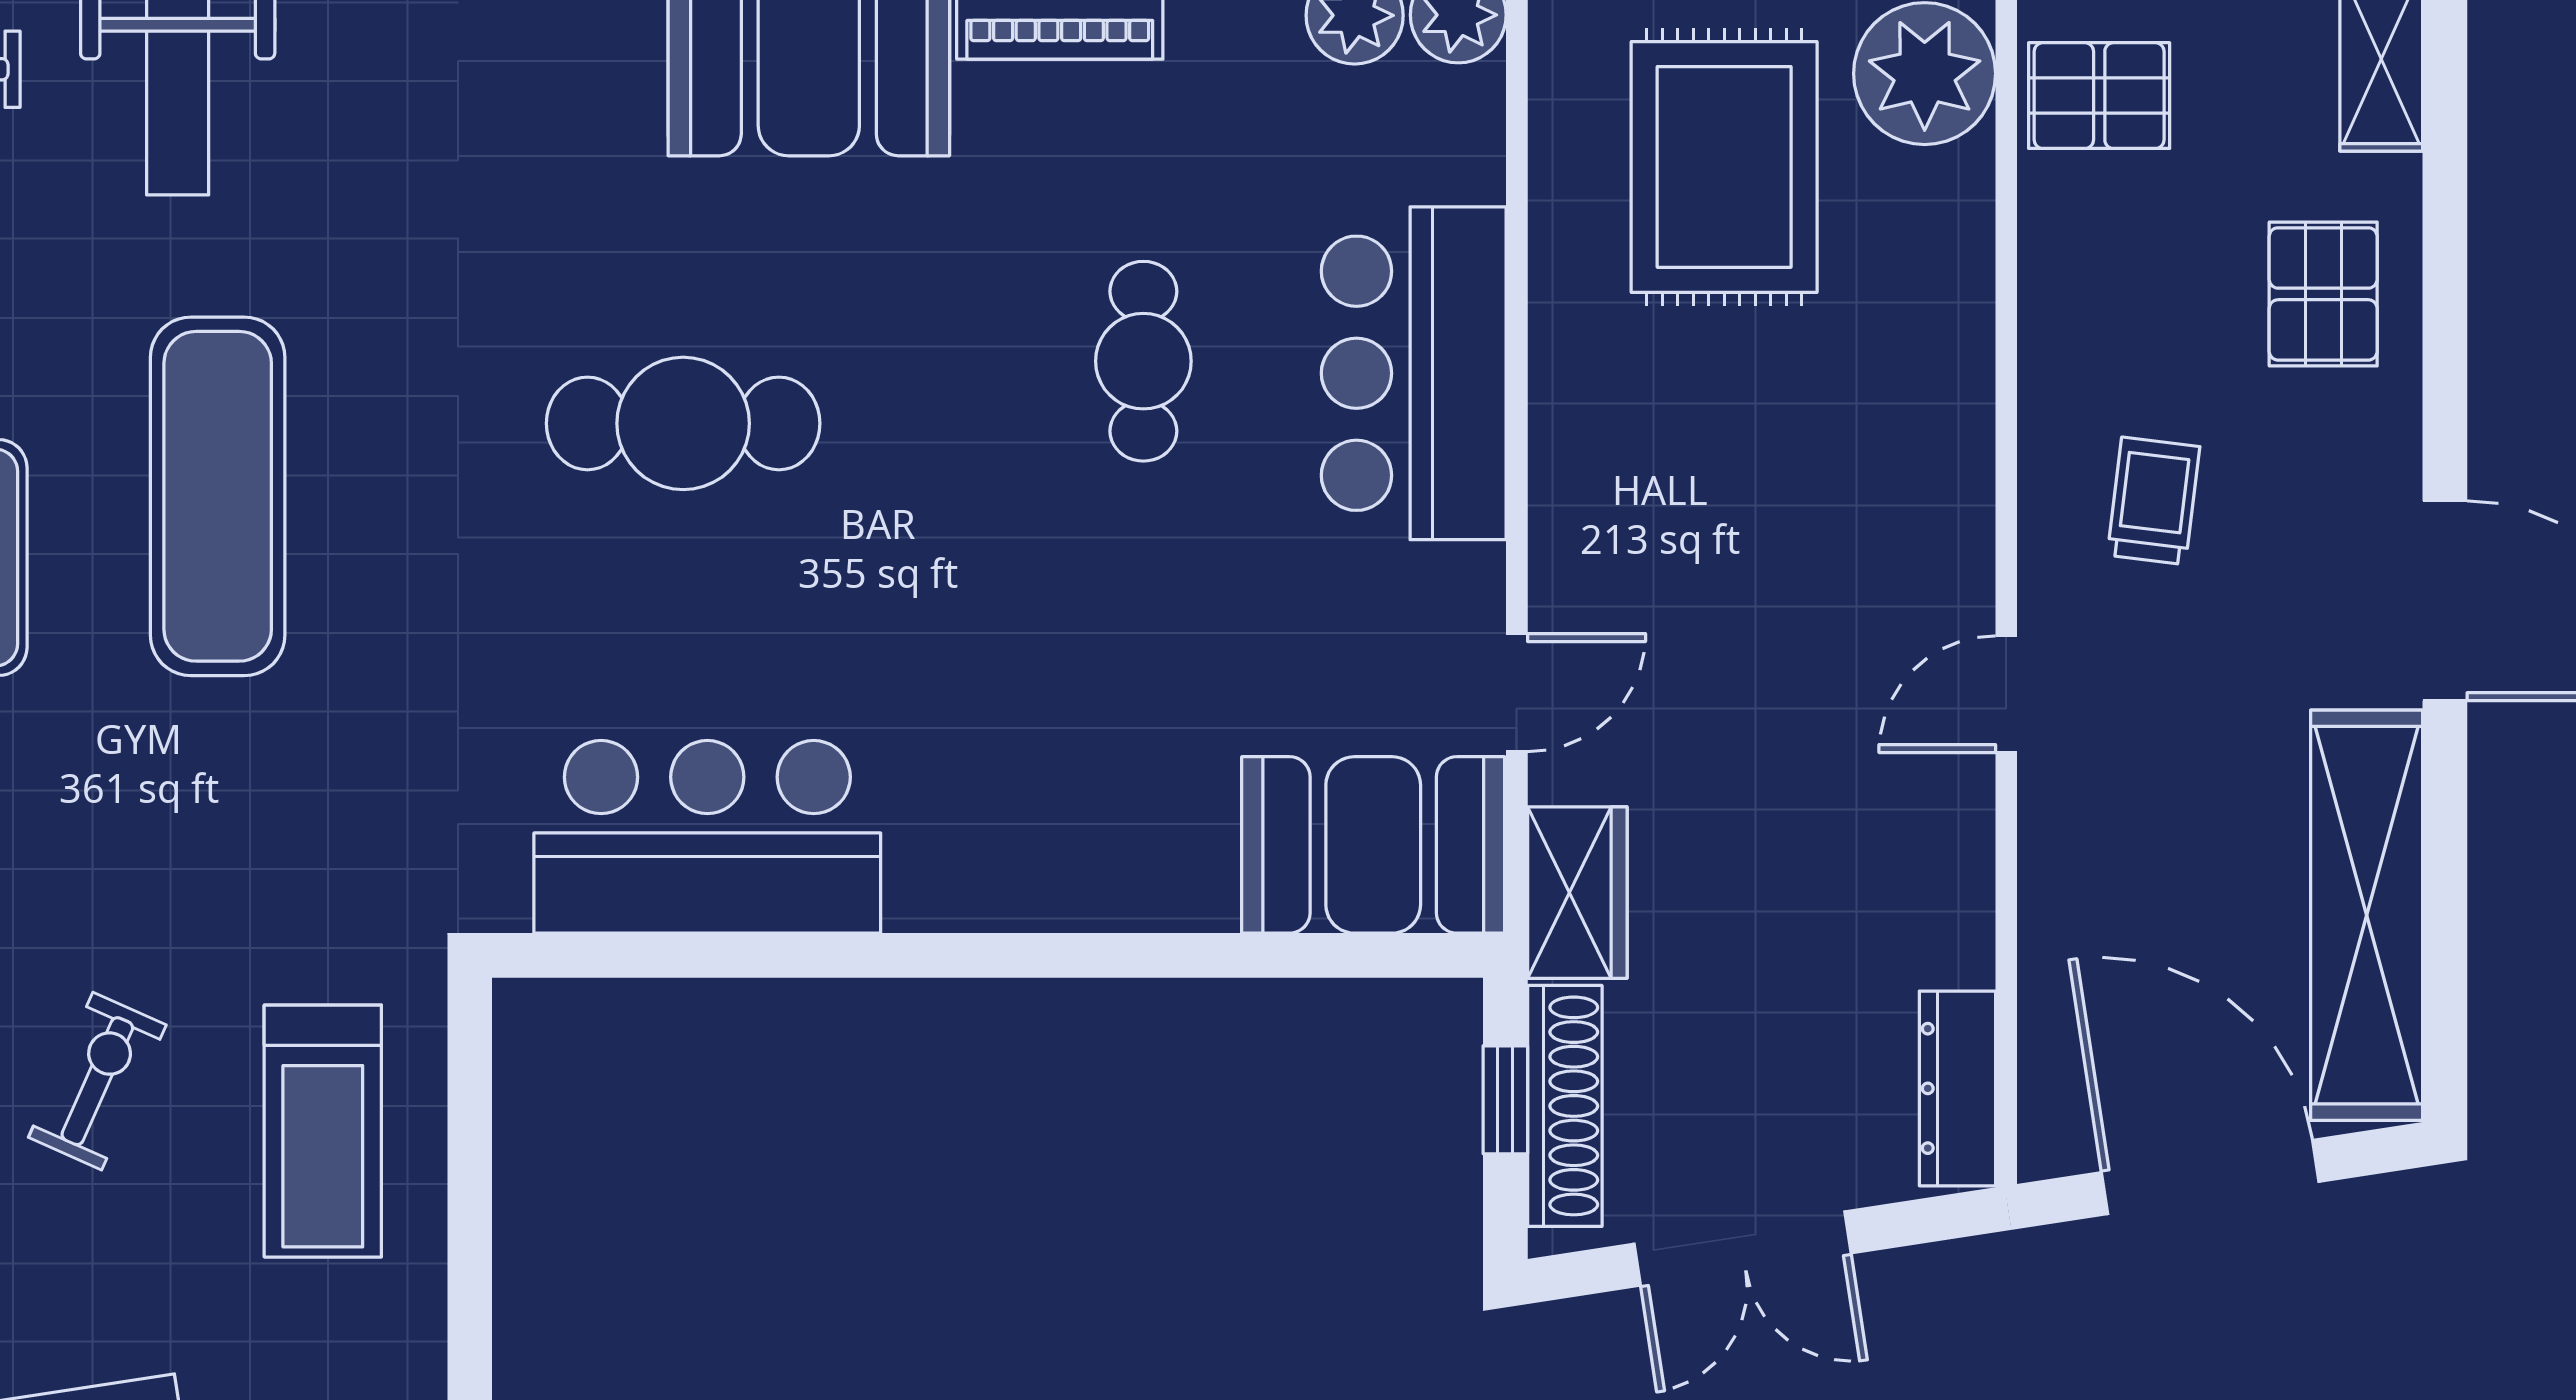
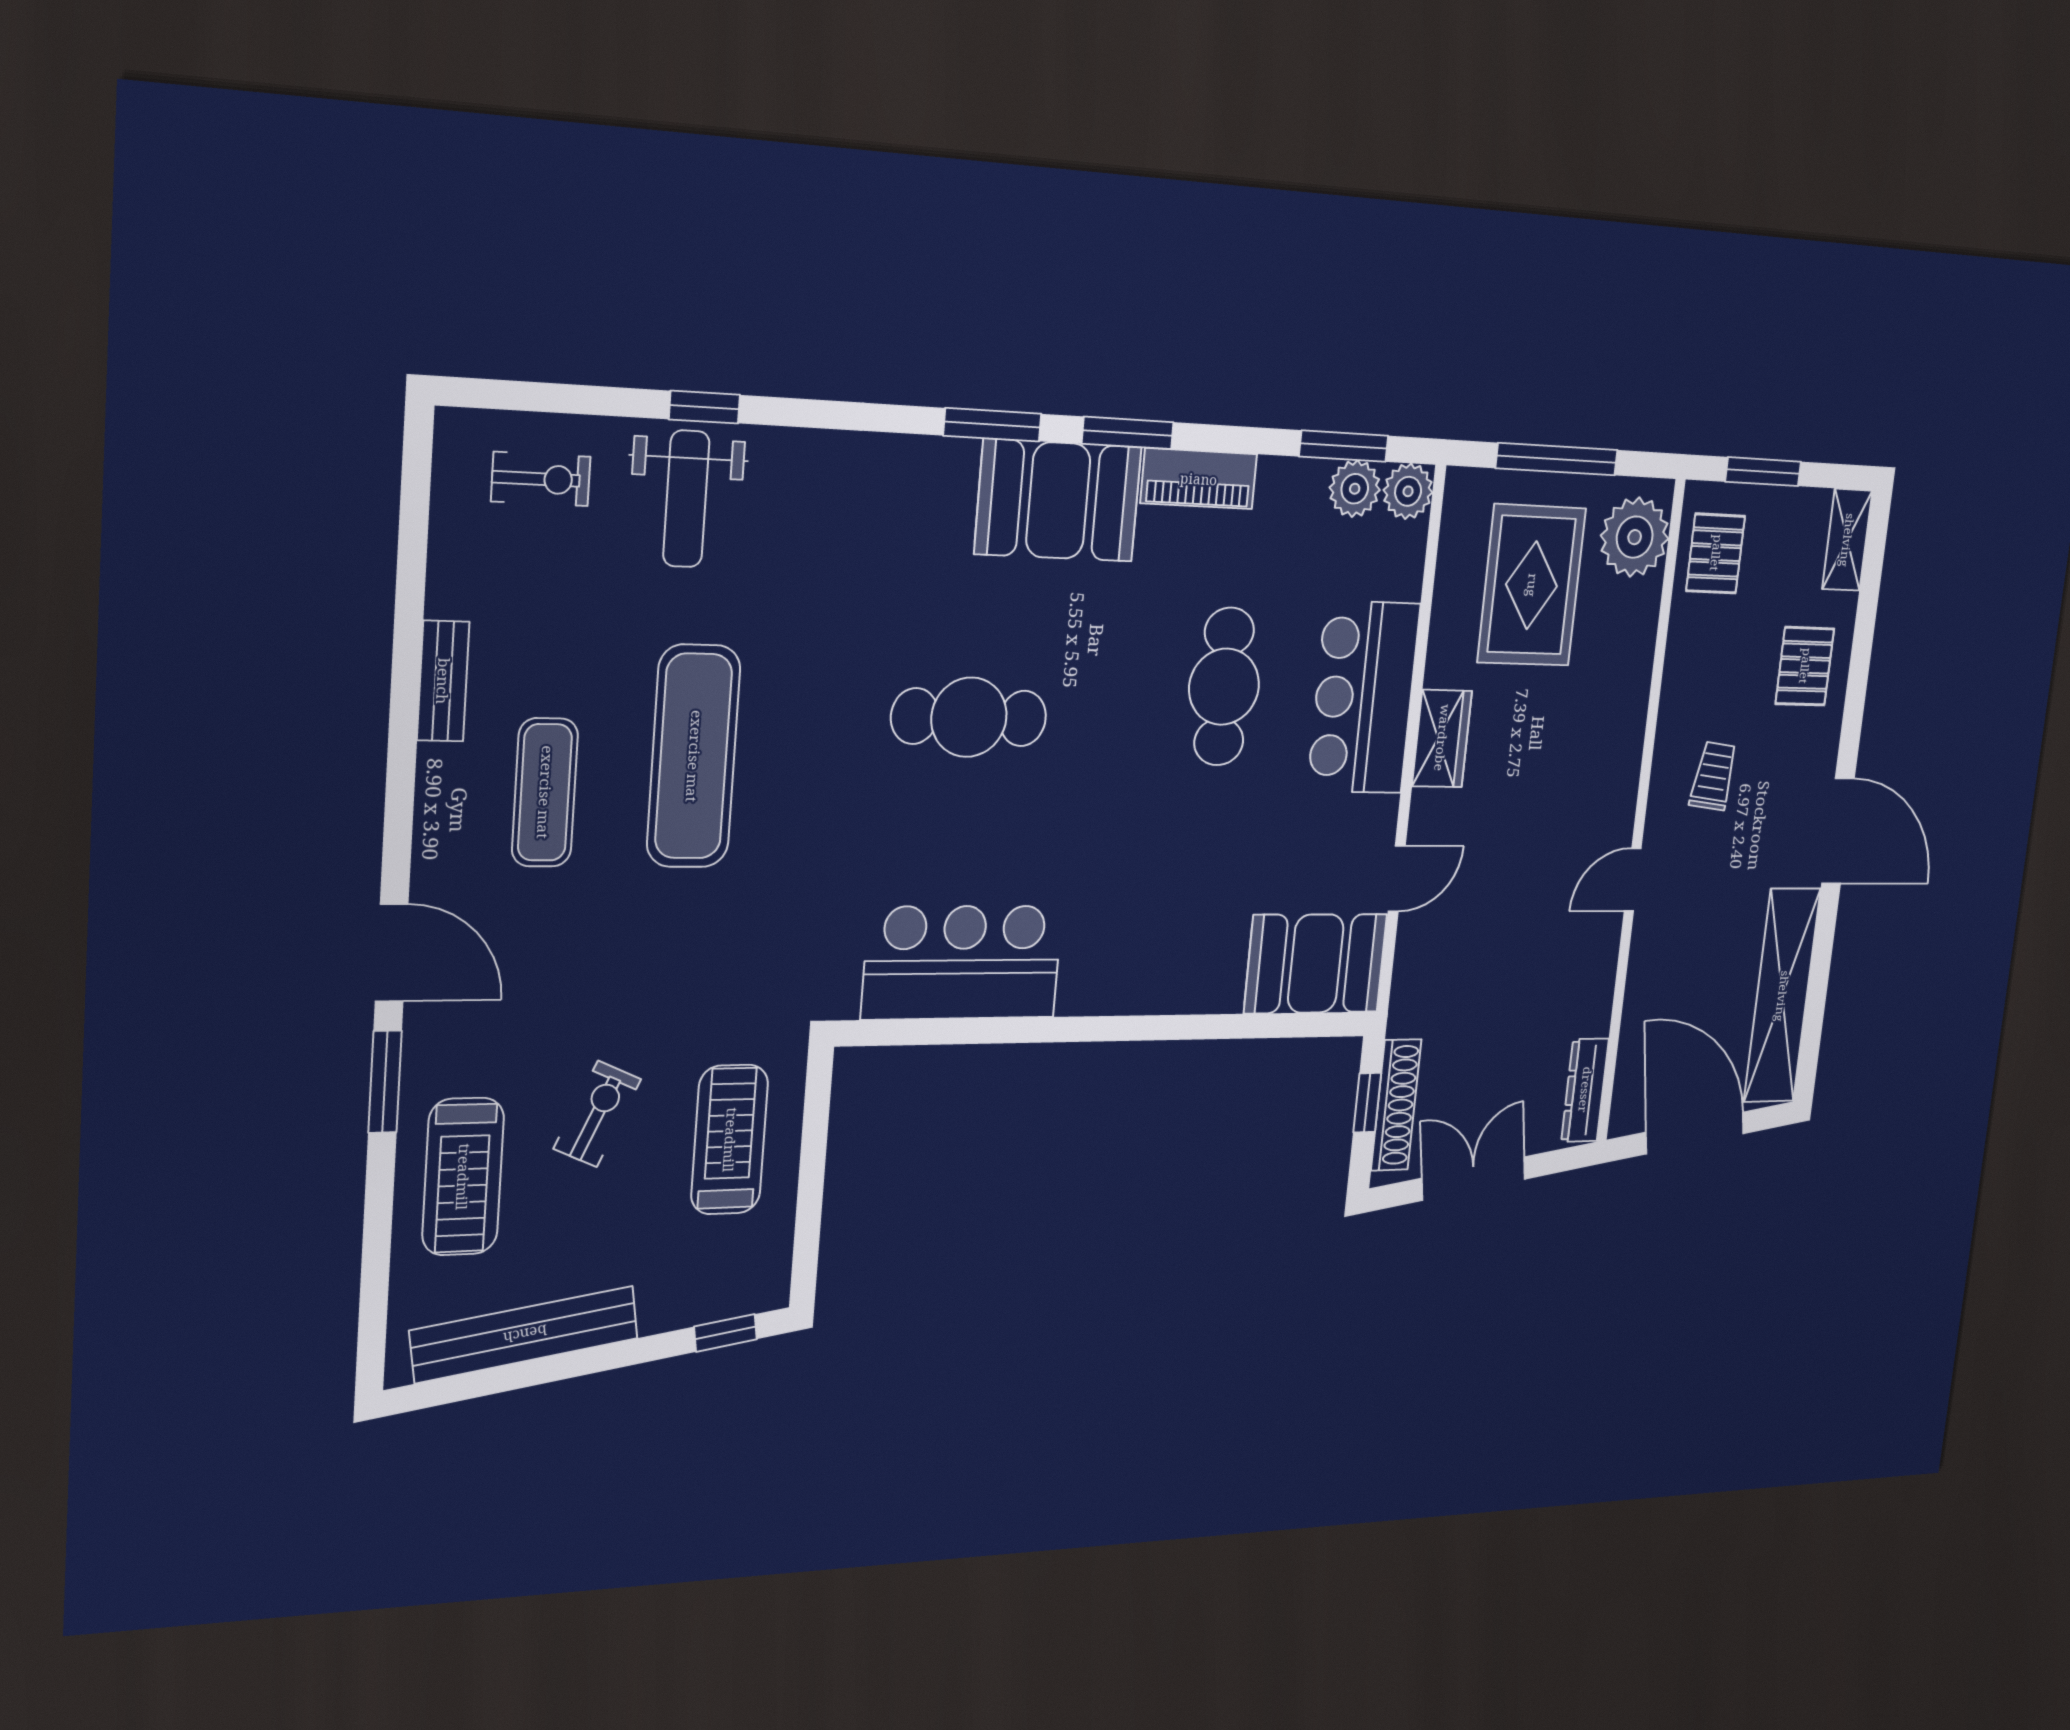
pallet: (2099, 96) -> (1716, 553), turned 90
cafe table: (1143, 361) -> (1224, 687), width x1.37, depth x1.35
wardrobe: (1577, 893) -> (1442, 738), moved
treadmill: (323, 1131) -> (730, 1140), turned 180
double door: (1743, 1249) -> (1474, 1179), swing flipped

